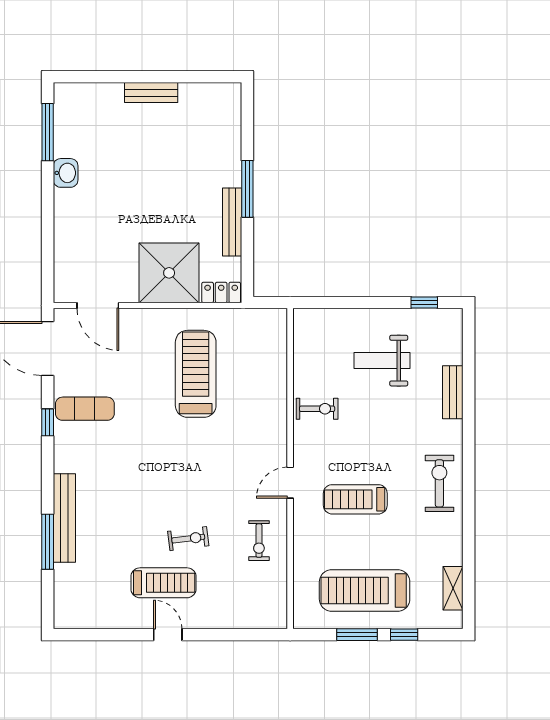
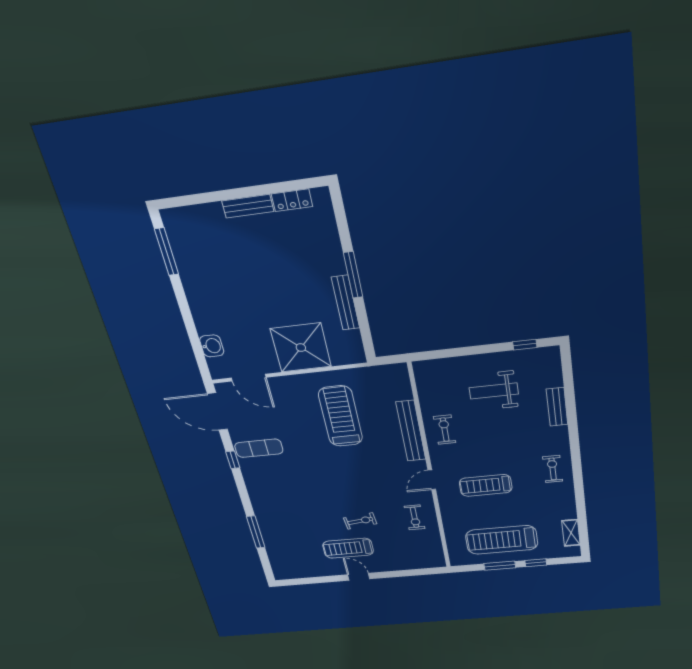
washbasin: (66, 173) -> (212, 346), moved
locker: (221, 292) -> (292, 200), moved, turned 180
exercise bike: (317, 409) -> (445, 430), turned -90
exercise bike: (439, 483) -> (553, 469), width x0.73, depth x0.72
bench: (64, 518) -> (411, 431), moved
treadmill: (164, 583) -> (348, 548), turned 180

